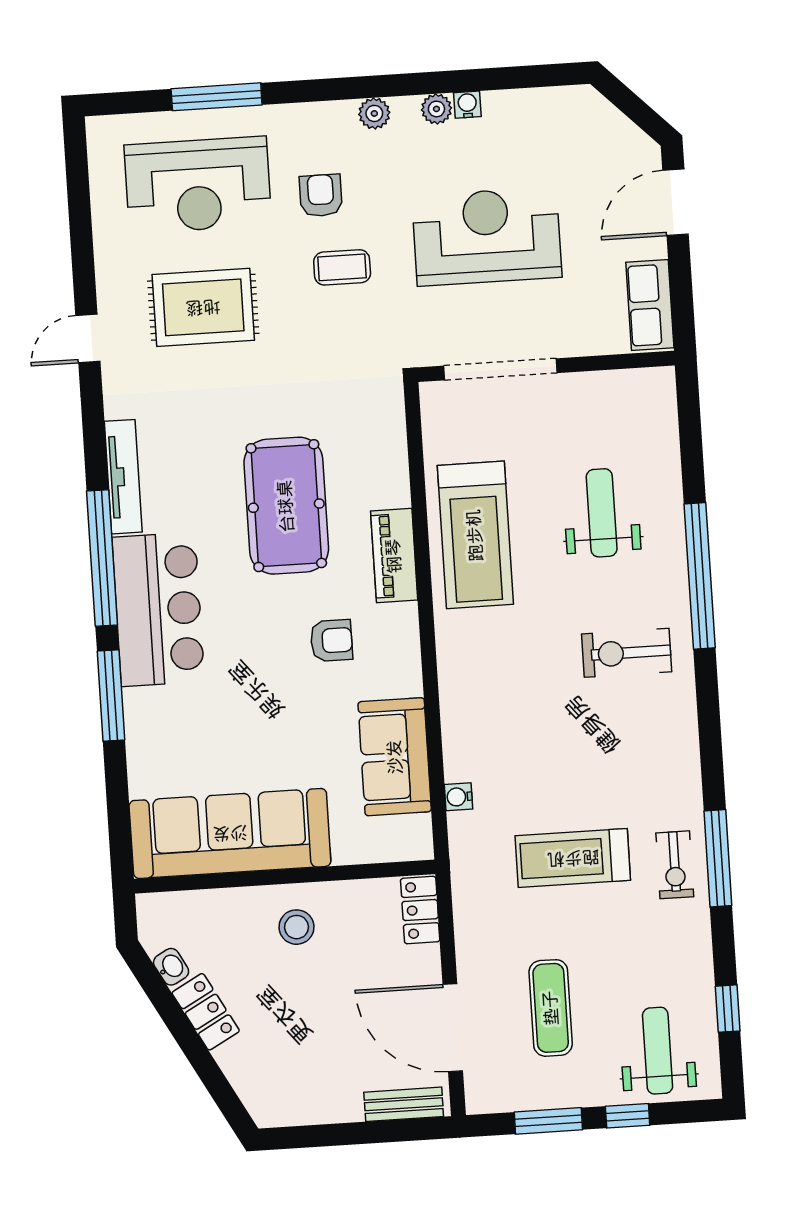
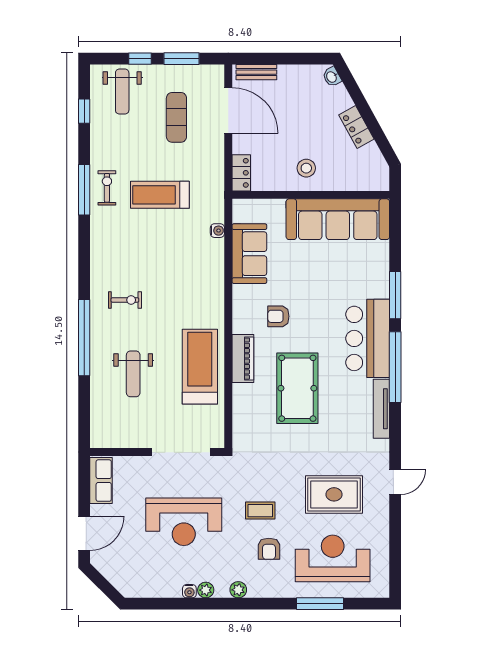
exercise bike: (627, 653) -> (125, 300), width x0.73, depth x0.72
treadmill: (573, 858) -> (160, 195), turned 180
washbasin: (171, 967) -> (332, 77), moved

